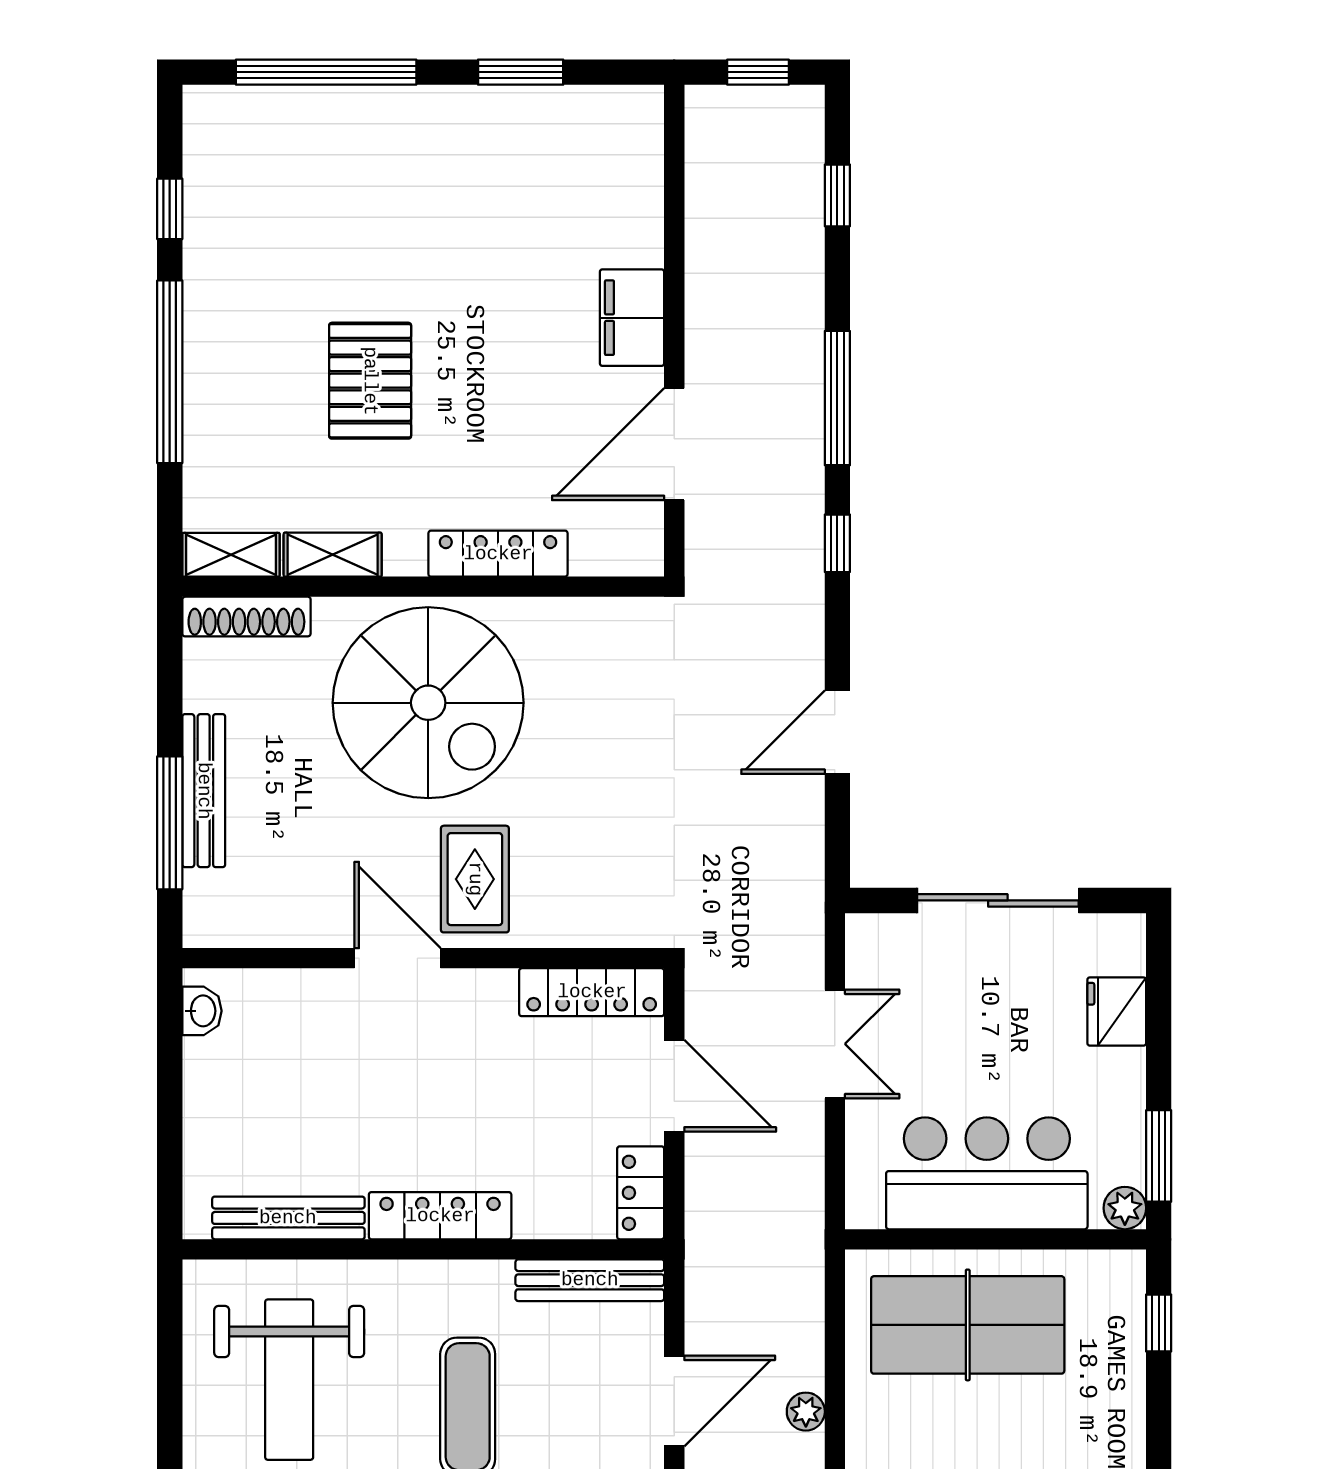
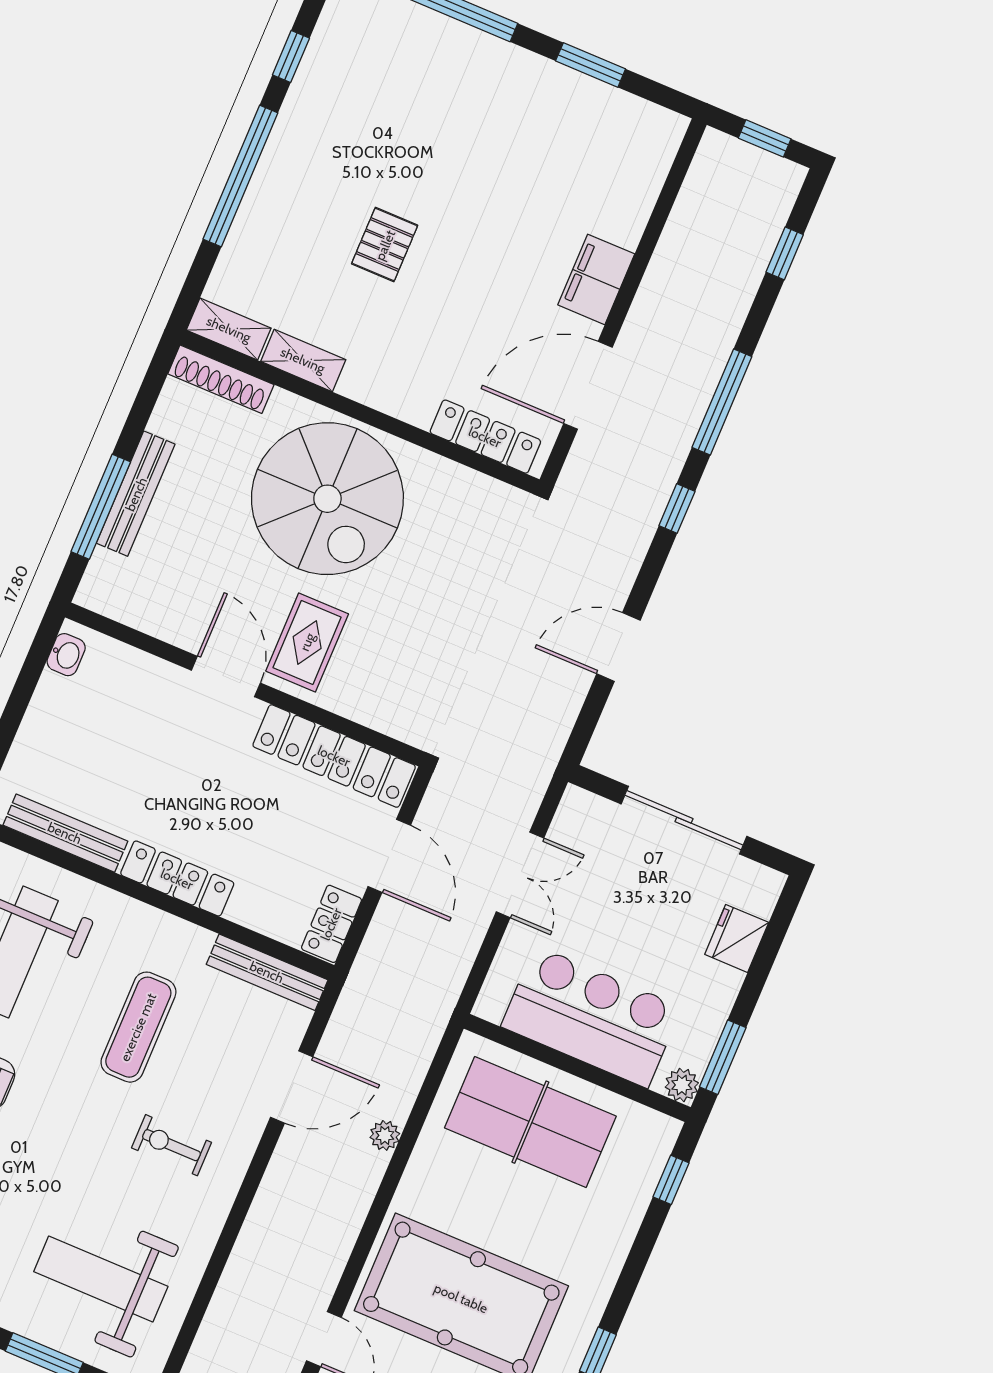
pallet: (370, 381) -> (385, 245), width x0.67, depth x0.71
locker: (498, 554) -> (485, 437), moved
locker: (592, 992) -> (334, 756), width x1.41, depth x1.21

